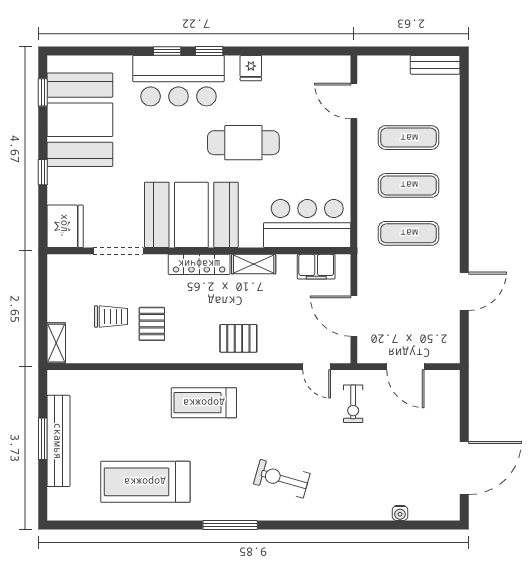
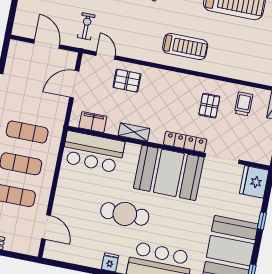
locker: (199, 264) -> (185, 142), moved
door: (354, 316) -> (74, 84), swing flipped
trolley: (111, 317) -> (244, 104), moved, turned 90
pallet: (238, 338) -> (127, 81), moved

